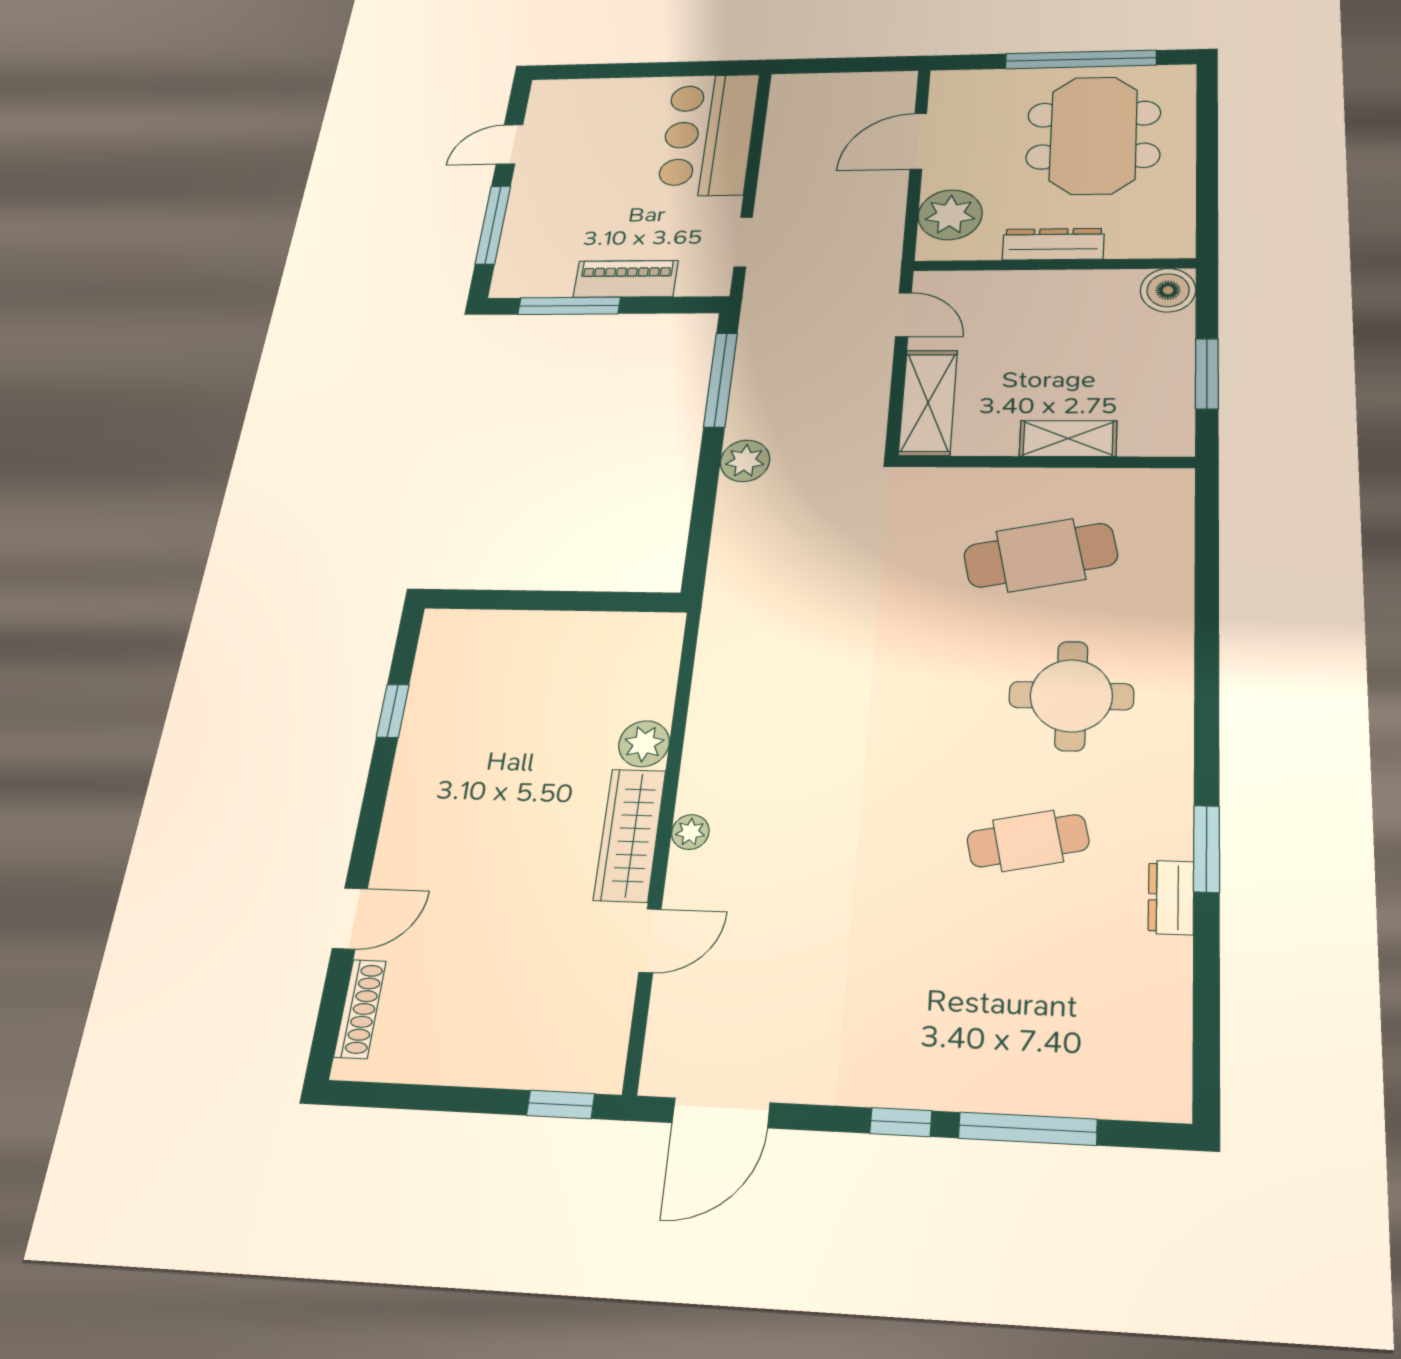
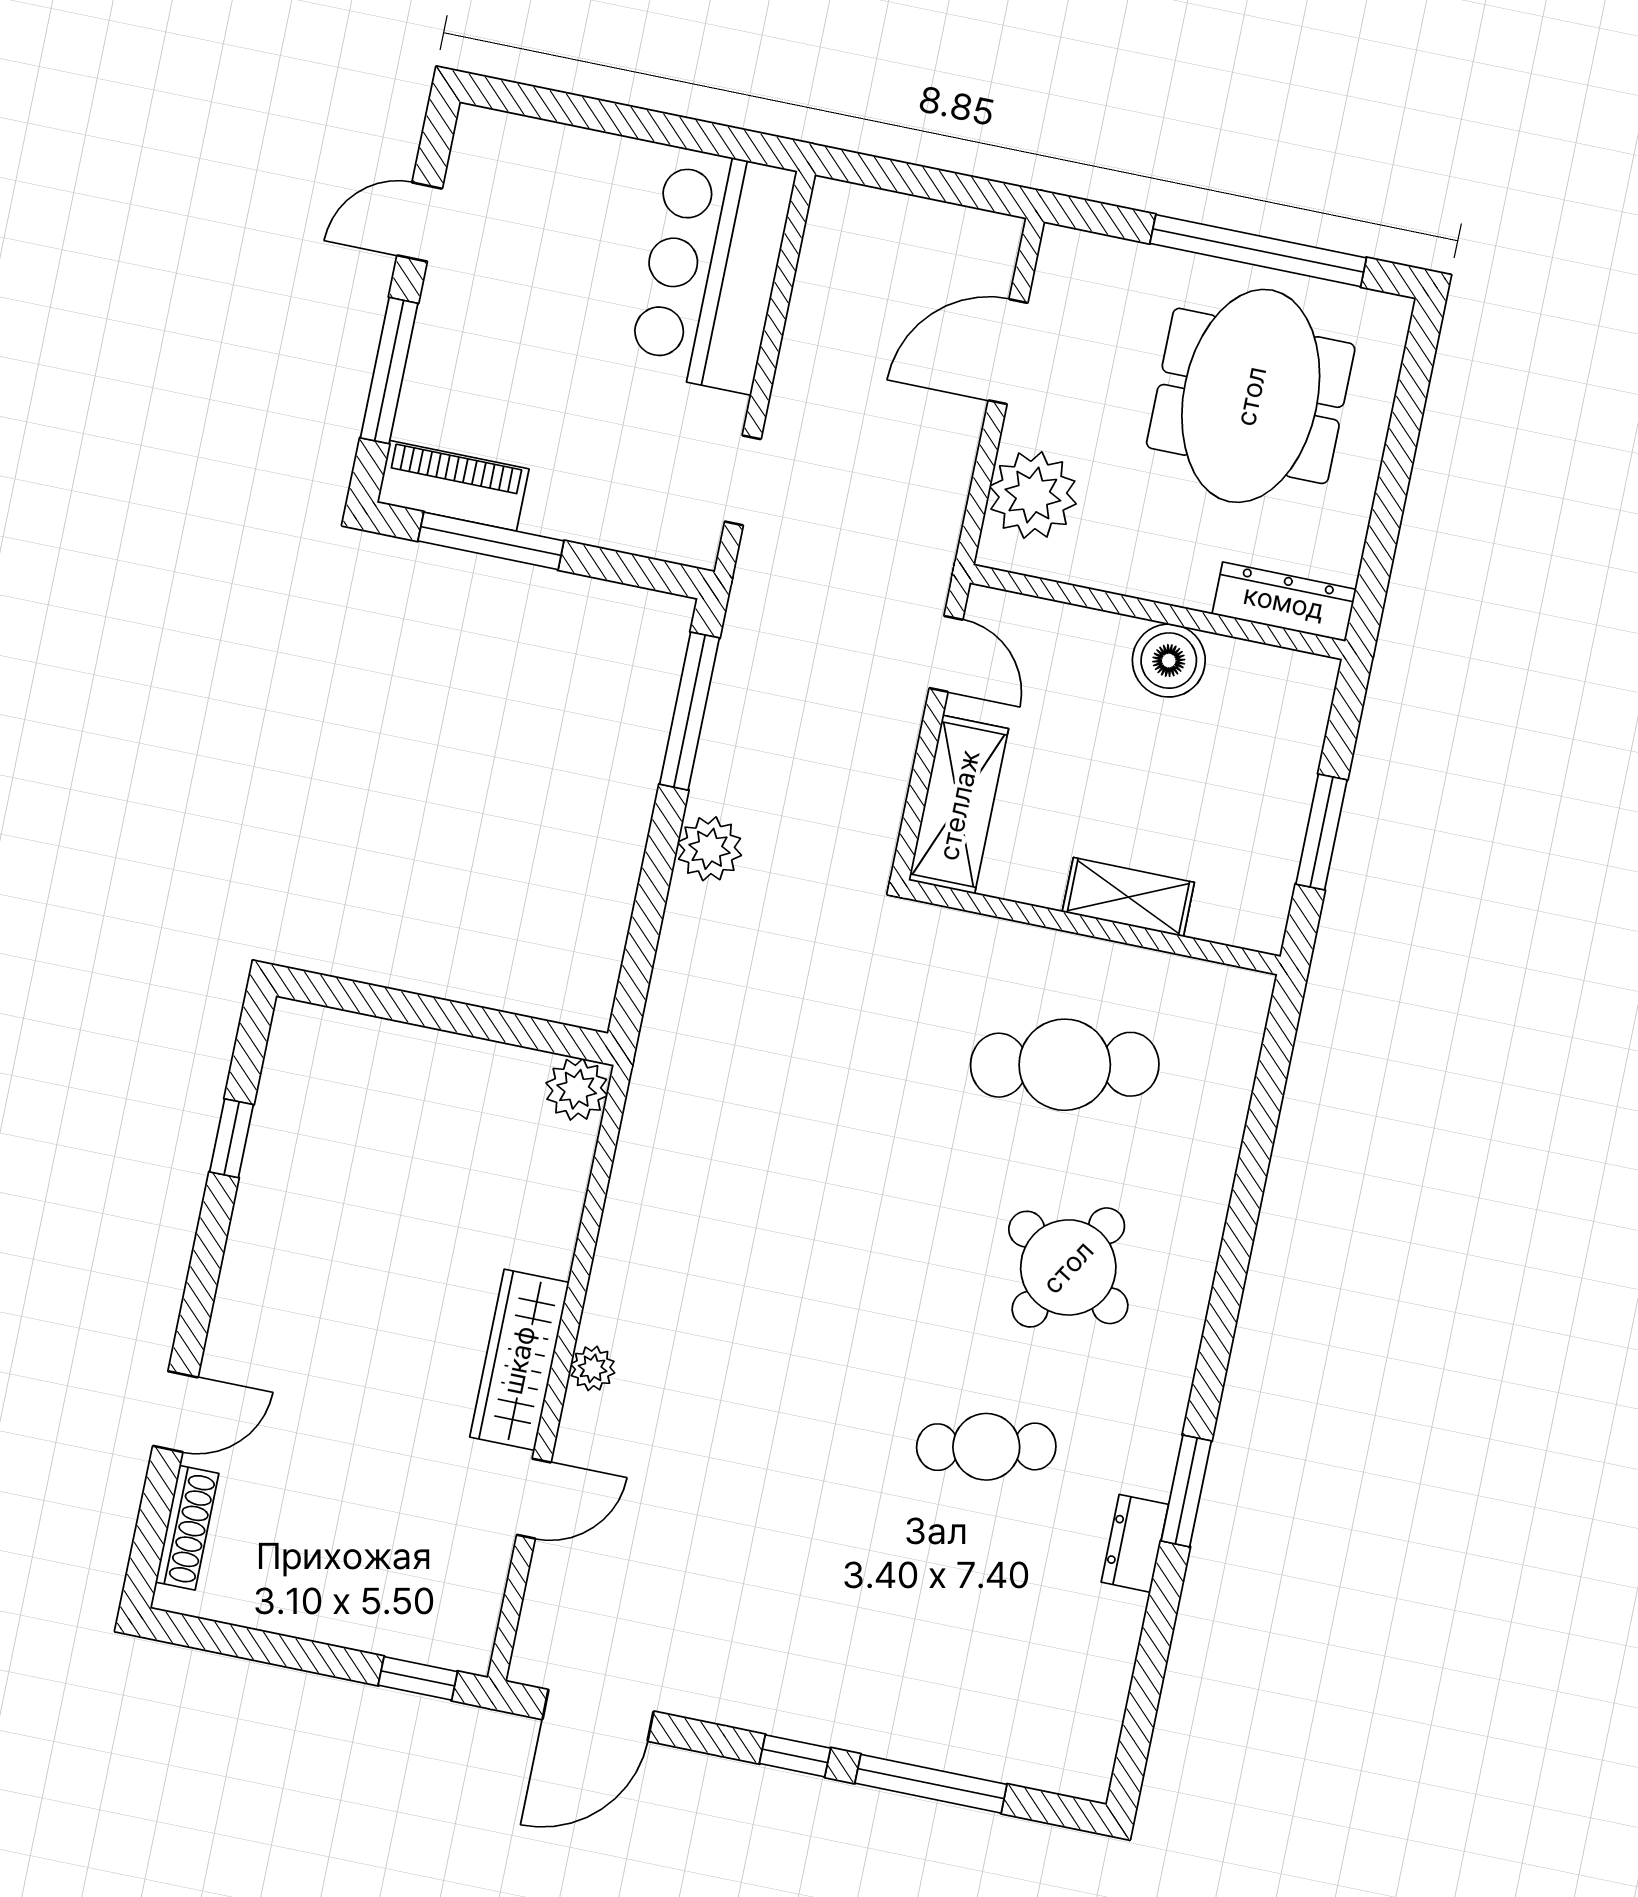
dresser: (1053, 244) -> (1284, 602), moved
piano: (626, 279) -> (453, 486), moved
boiler: (1168, 290) -> (1169, 661), moved
round table: (1071, 696) -> (1068, 1267), turned 31
plant: (644, 744) -> (577, 1089), moved

